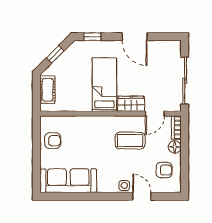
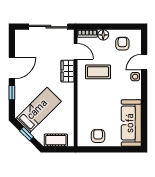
window: (92, 37) -> (12, 93), moved
bed: (104, 85) -> (38, 110), moved, turned 135
coffee table: (130, 141) -> (98, 72), turned 90

